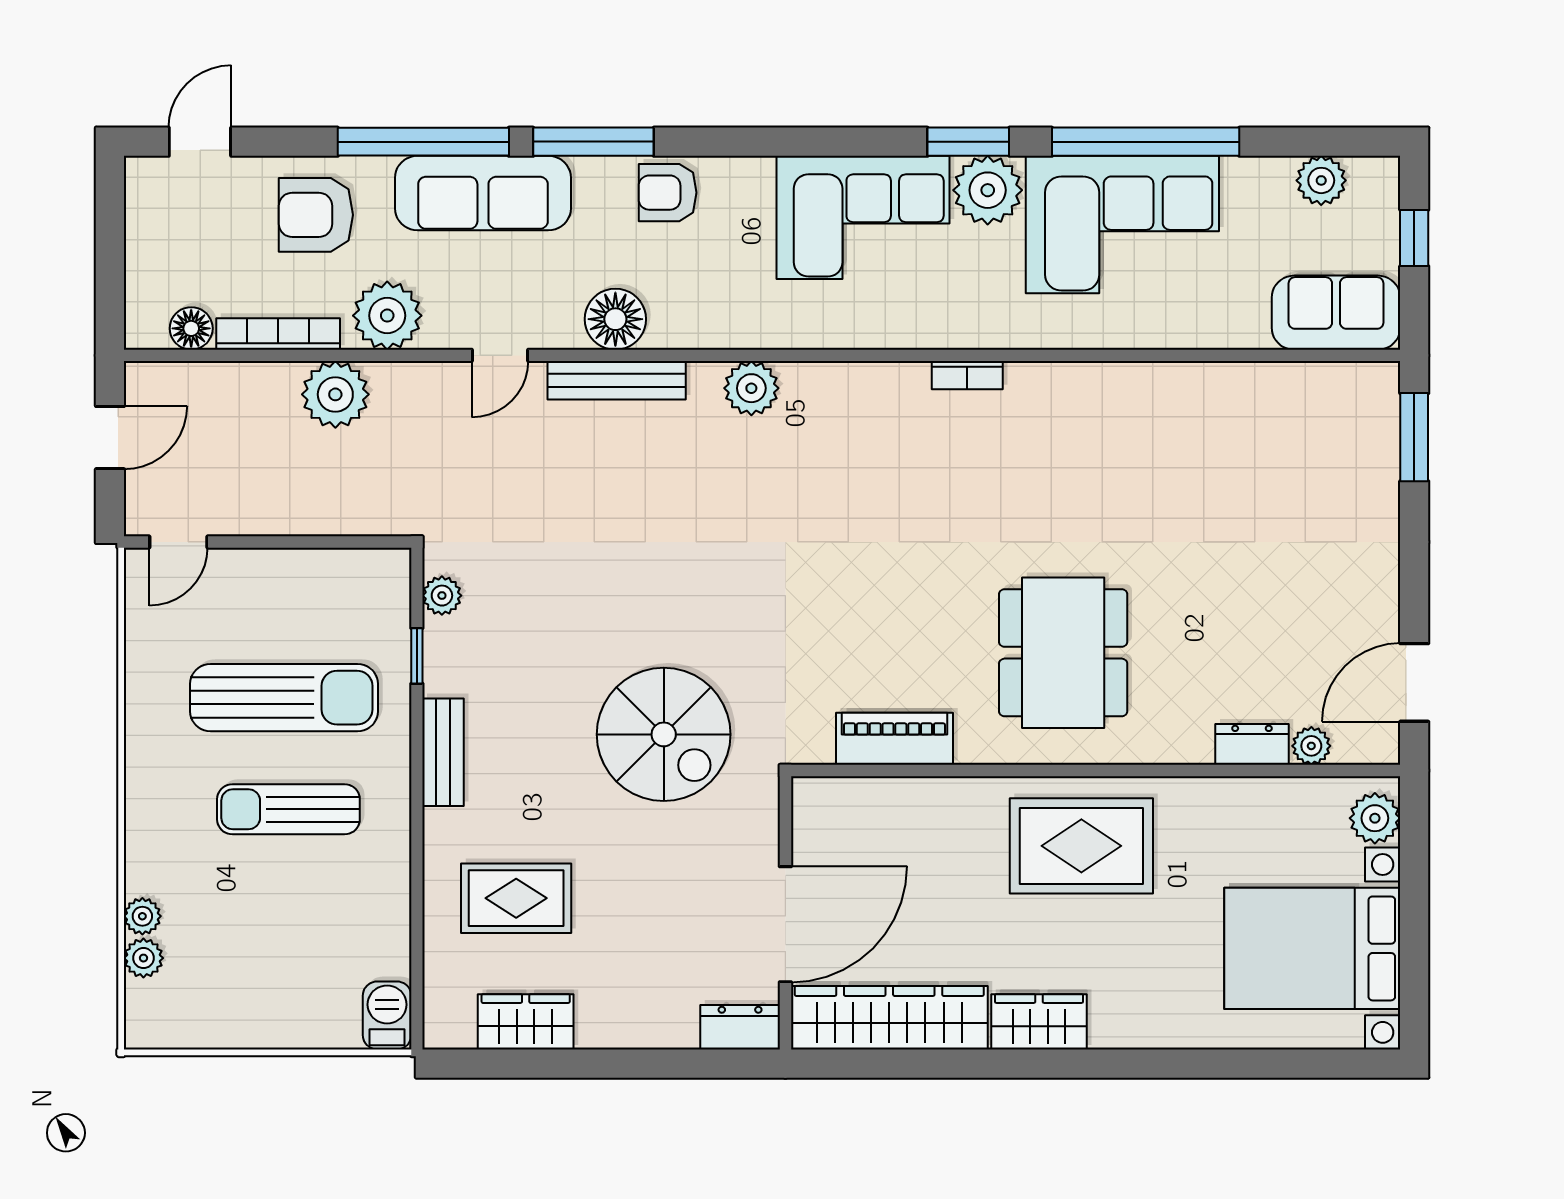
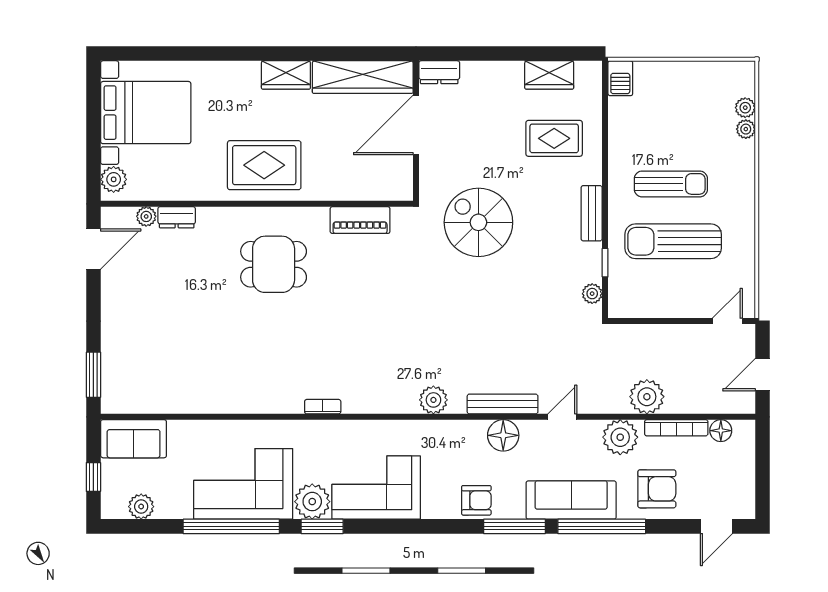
dining table: (1063, 653) -> (274, 264), width x0.73

